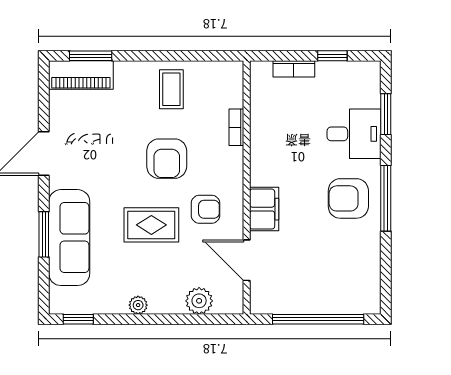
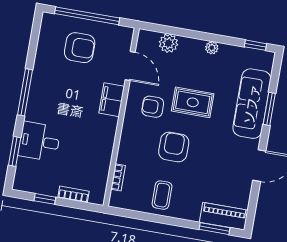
bookcase: (236, 127) -> (118, 177), moved
armchair: (348, 198) -> (80, 48), moved

